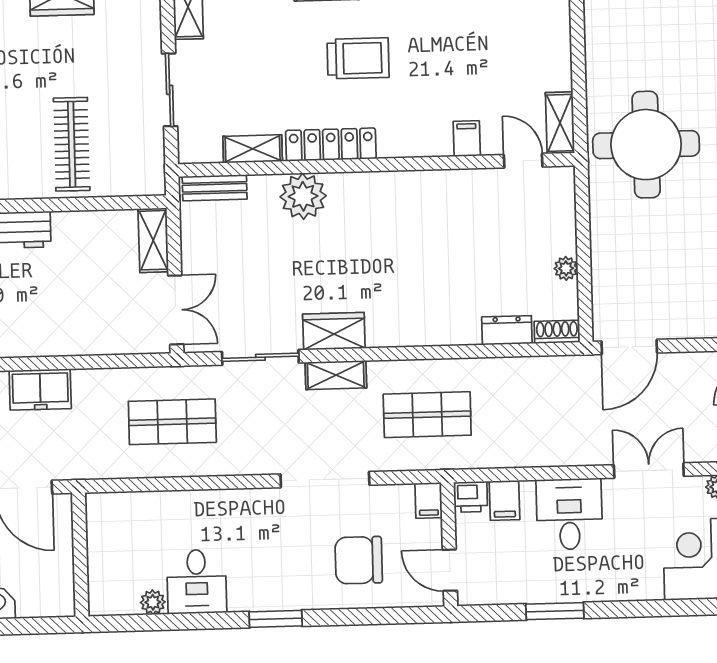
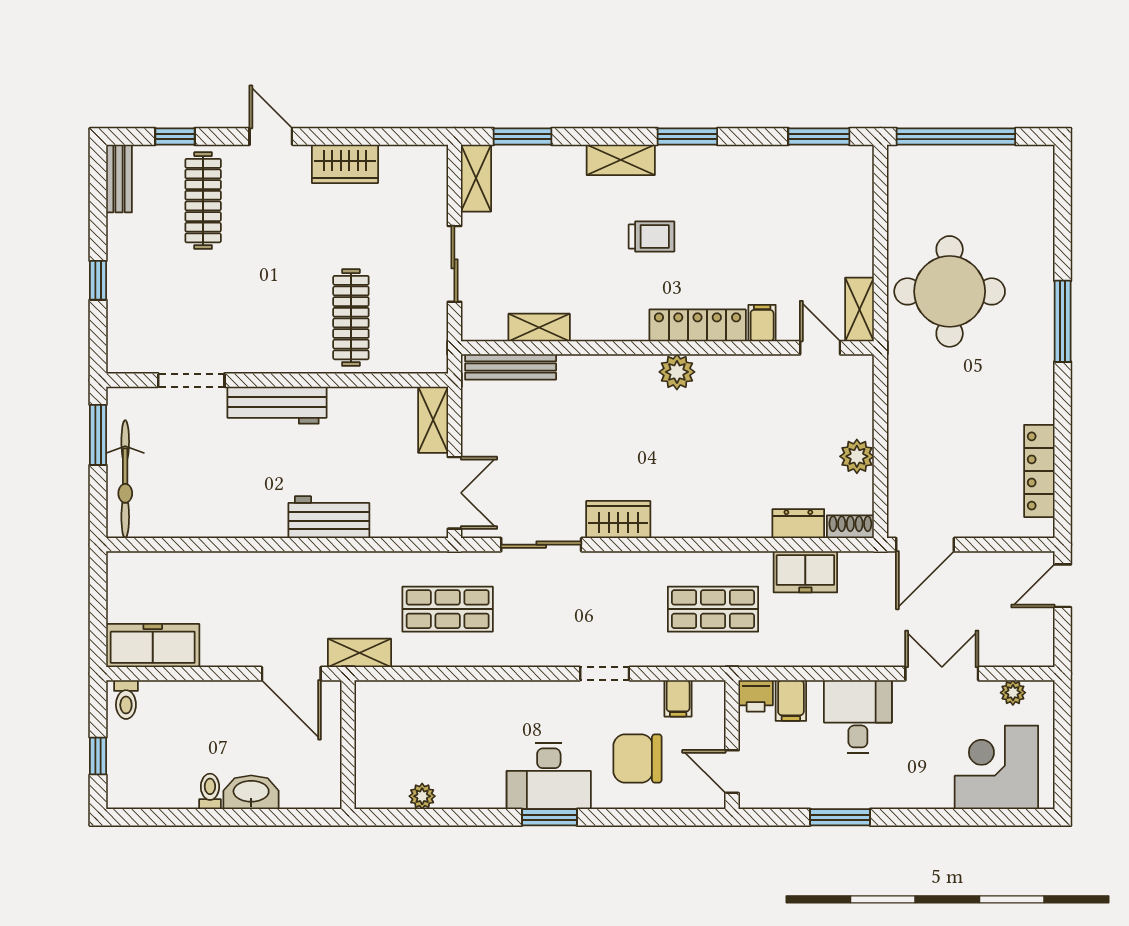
trolley: (358, 58) -> (651, 237), width x0.73, depth x0.72
locker: (331, 145) -> (698, 325), moved
round table: (646, 145) -> (950, 291), moved
bench: (215, 188) -> (511, 367), width x1.36
plant: (303, 196) -> (677, 372), moved, width x0.73, depth x0.73
plant: (566, 268) -> (857, 456), width x1.38, depth x1.38
workbench: (56, 337) -> (329, 517), added
shelving: (336, 375) -> (359, 653), moved
freezer: (40, 390) -> (805, 572), moved
doorway: (325, 480) -> (605, 674), width x0.53
filing cabinet: (428, 500) -> (678, 698), moved
desk: (197, 582) -> (549, 776), moved, width x1.37

